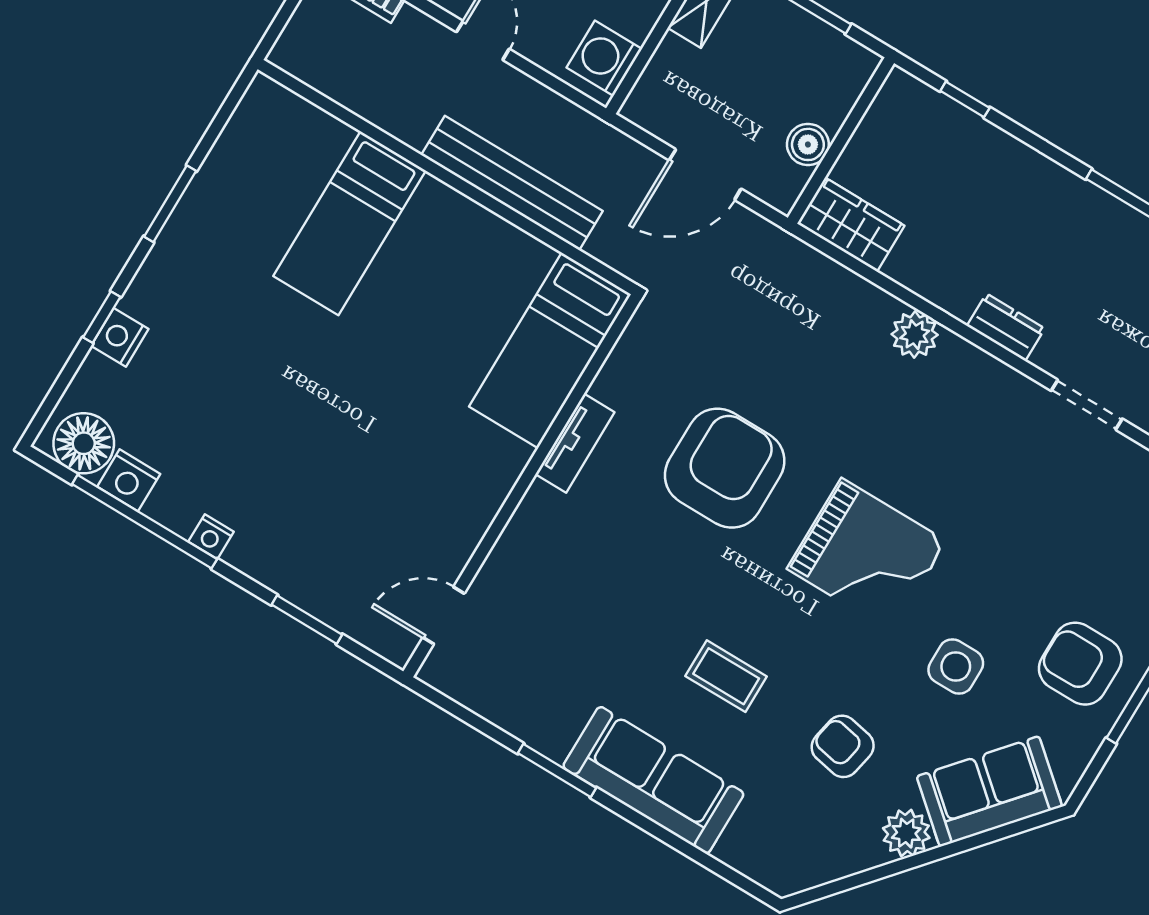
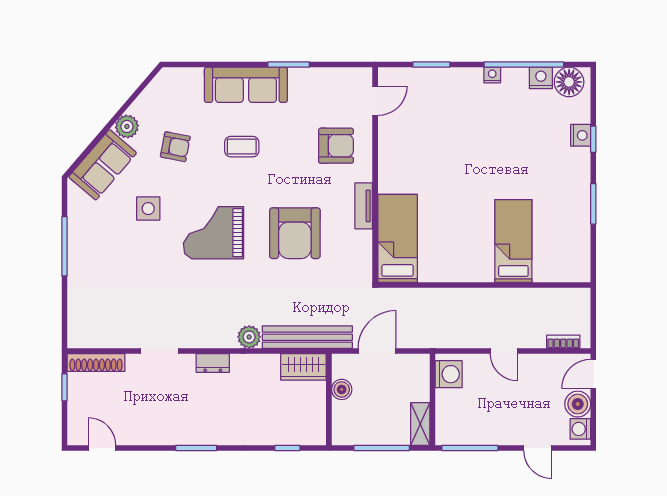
bench: (512, 183) -> (307, 337), moved
armchair: (1080, 664) -> (336, 146), moved

